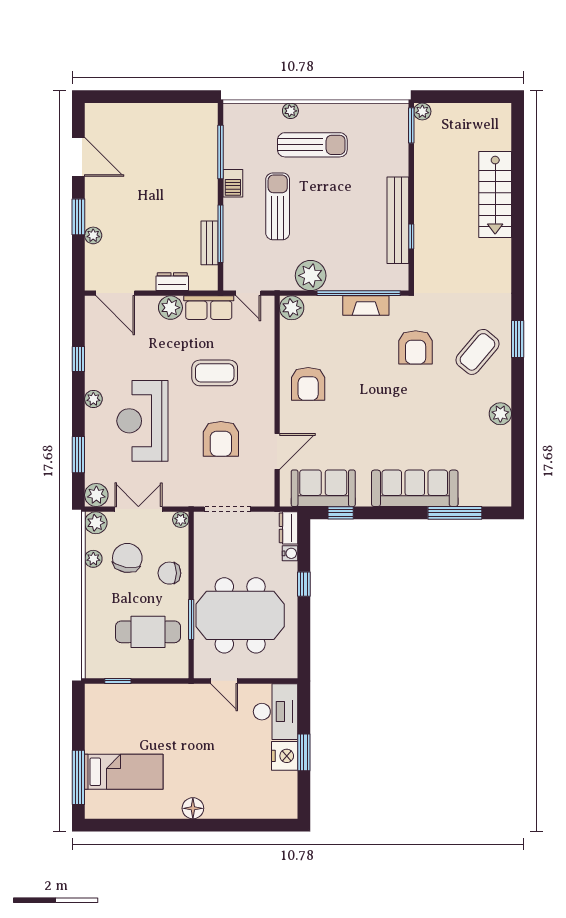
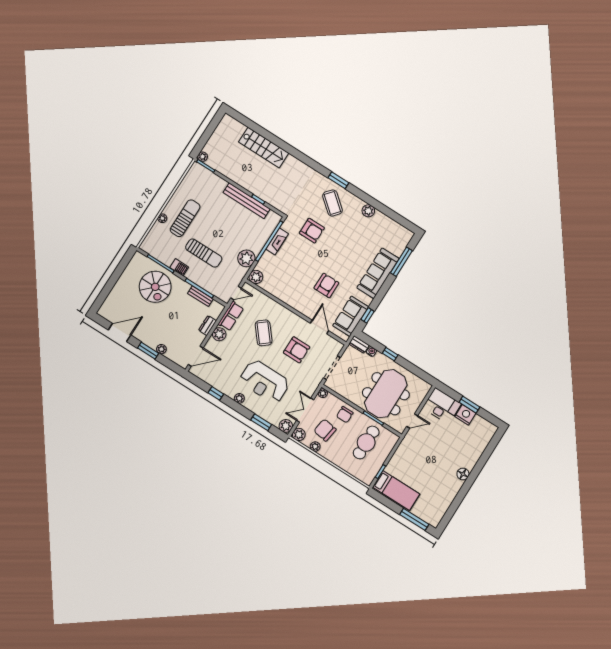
spiral stairs: (181, 166) -> (155, 287), added
sun lounger: (278, 206) -> (204, 253), turned 180
coffee table: (215, 373) -> (264, 333), turned -39
armchair: (308, 384) -> (326, 285), moved, turned -90
bed: (124, 772) -> (396, 490), moved, turned 90

